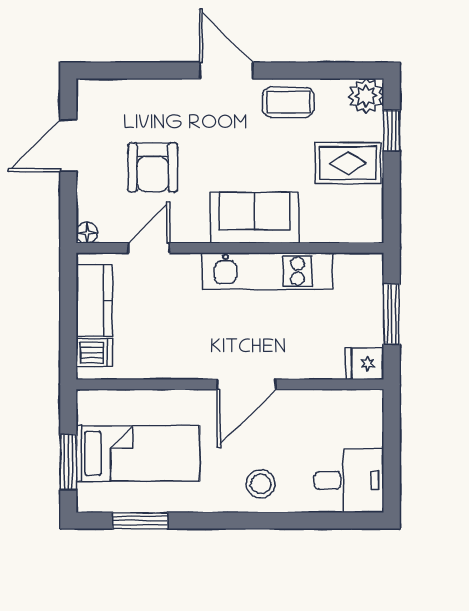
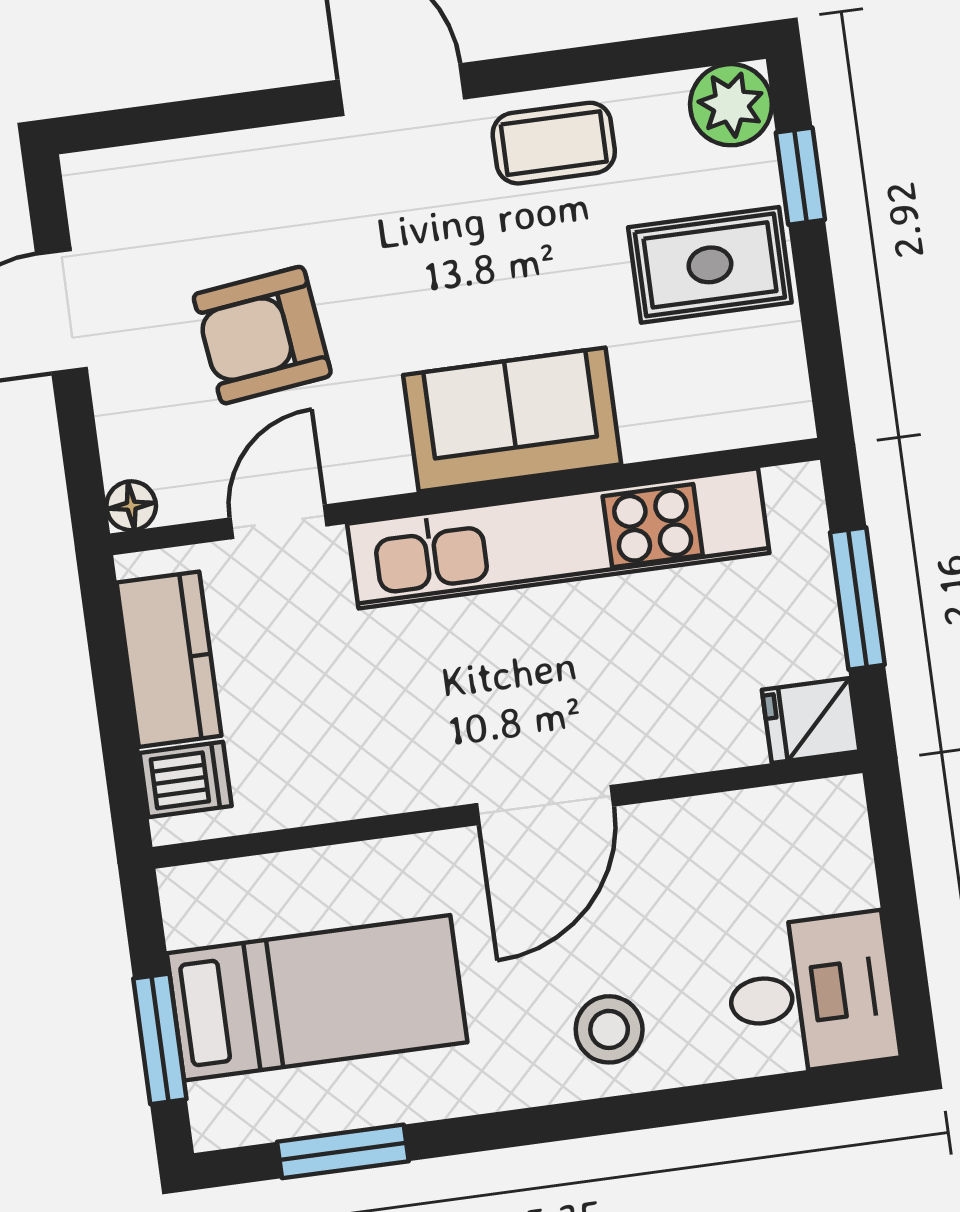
armchair: (153, 167) -> (262, 335), turned 83
kitchen unit: (267, 271) -> (558, 538), width x1.36

